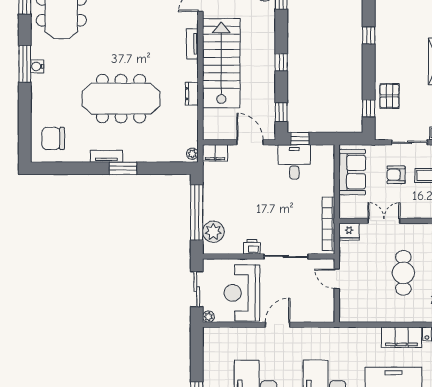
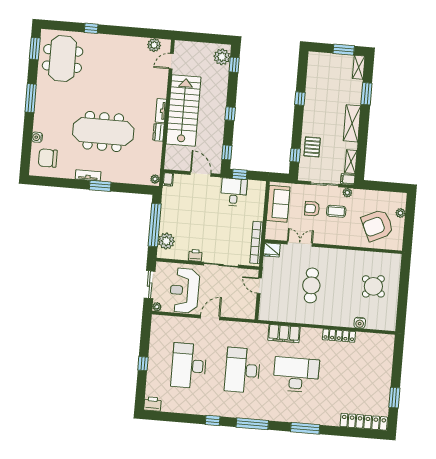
tv unit: (192, 44) -> (161, 111), moved
water cooler: (37, 66) -> (37, 137), moved
filing cabinet: (215, 153) -> (168, 179), width x0.50
filing cabinet: (401, 337) -> (284, 334), moved

